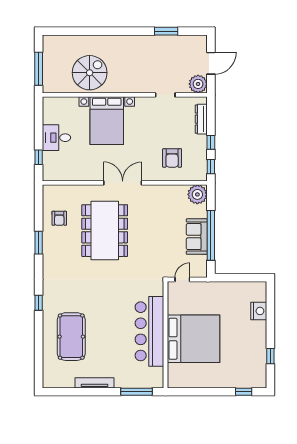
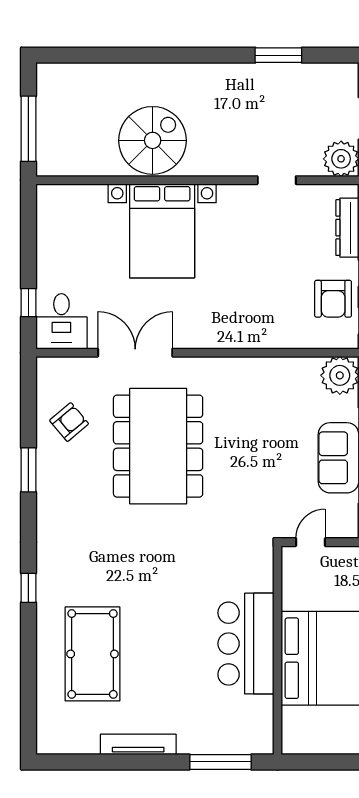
spiral stairs: (90, 73) -> (153, 140), moved
desk: (56, 138) -> (61, 321), moved, turned -90
armchair: (172, 158) -> (333, 299), moved
double door: (123, 183) -> (135, 353), moved
armchair: (59, 218) -> (69, 422), turned -130
bar counter: (149, 331) -> (246, 644), width x0.73

